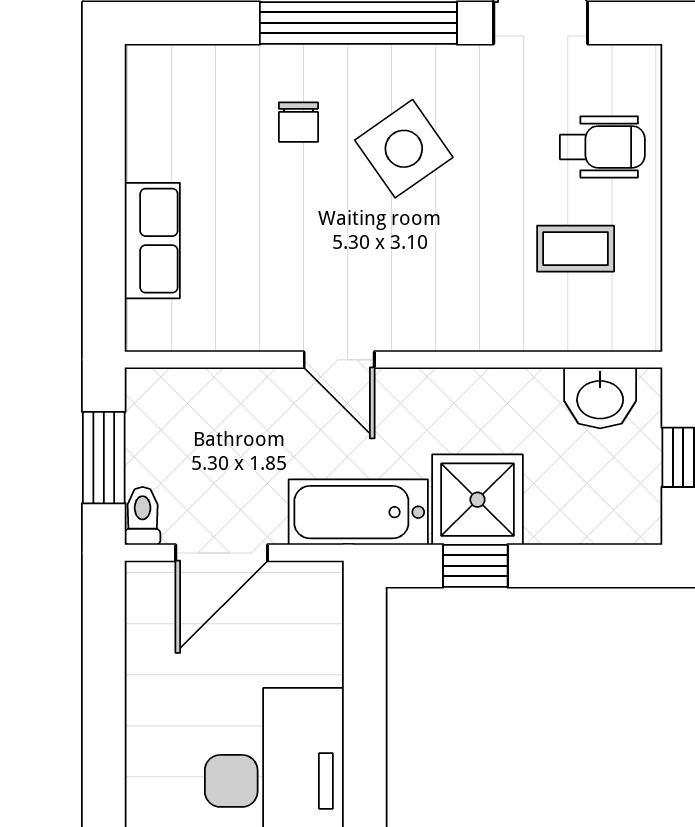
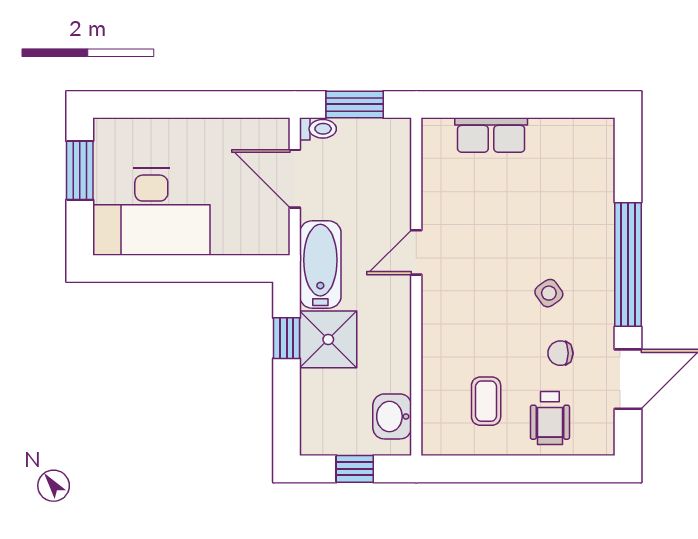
chair: (298, 122) -> (560, 353), moved
side table: (404, 149) -> (549, 293), width x0.54, depth x0.54

